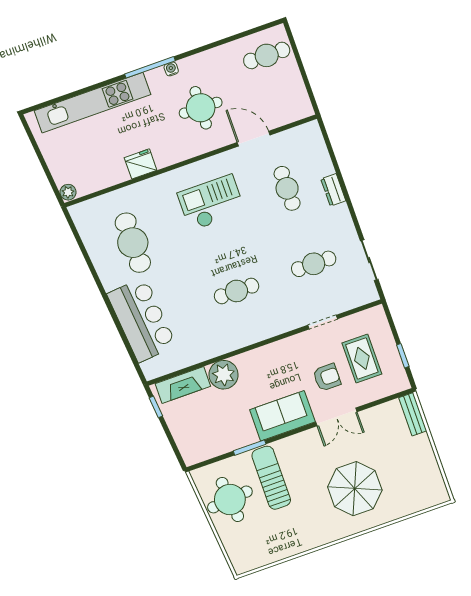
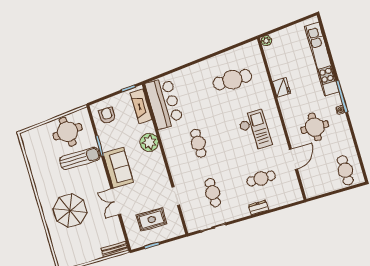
bar counter: (142, 320) -> (164, 103), moved, turned -85
plant: (224, 375) -> (149, 142), moved
armchair: (327, 377) -> (107, 116), moved, turned 180

